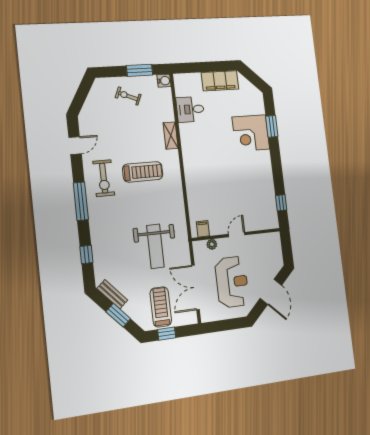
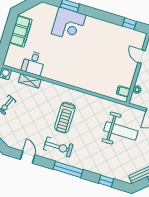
shelving: (171, 136) -> (30, 81), moved
treadmill: (143, 172) -> (65, 118), turned 180
door: (237, 235) -> (142, 57), moved

